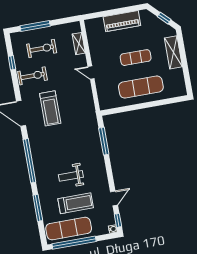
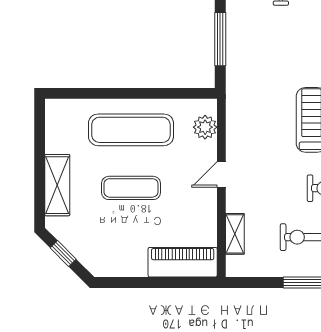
piano: (122, 21) -> (183, 262), moved
door: (91, 73) -> (221, 174), swing flipped
plant: (104, 95) -> (205, 127), added

